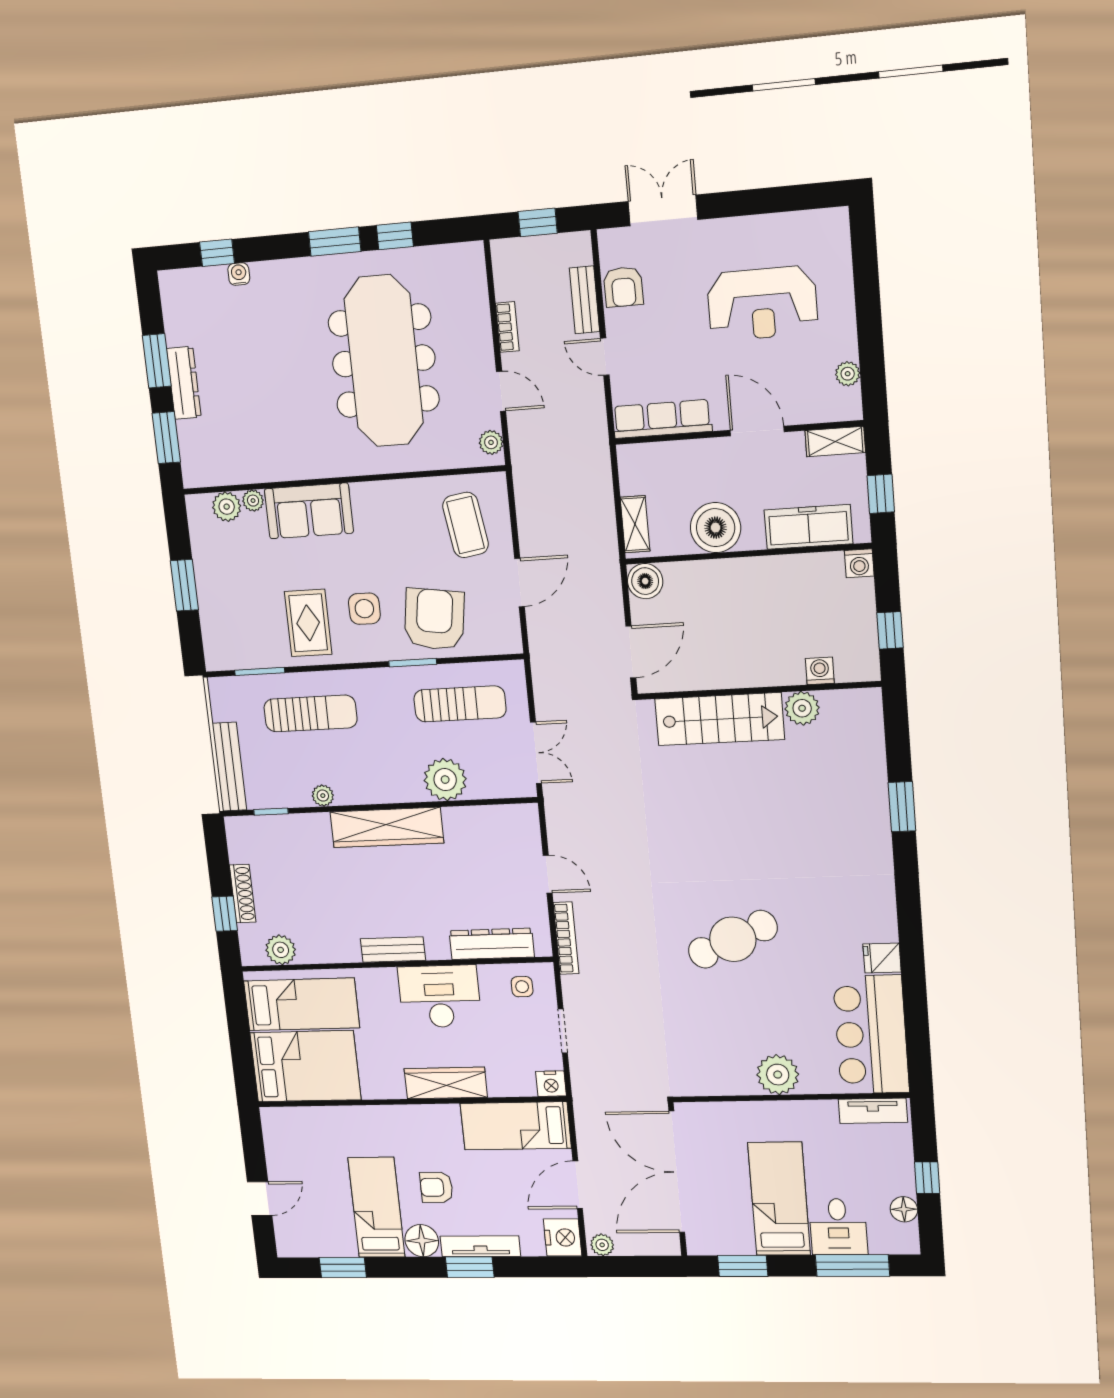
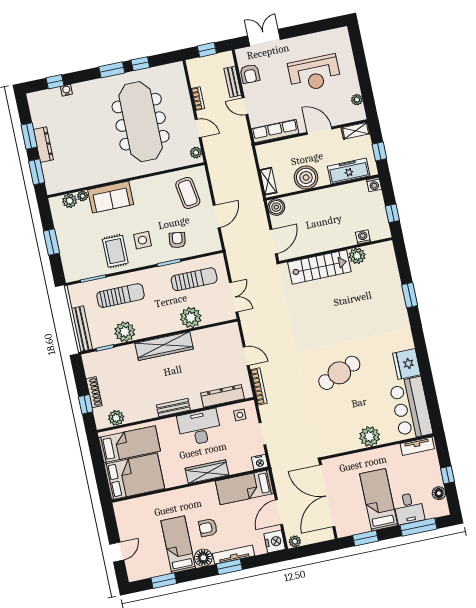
armchair: (434, 619) -> (177, 240), width x0.53, depth x0.53
plant: (323, 796) -> (125, 332), width x1.88, depth x1.88
fridge: (882, 958) -> (407, 364), width x1.88, depth x1.34

